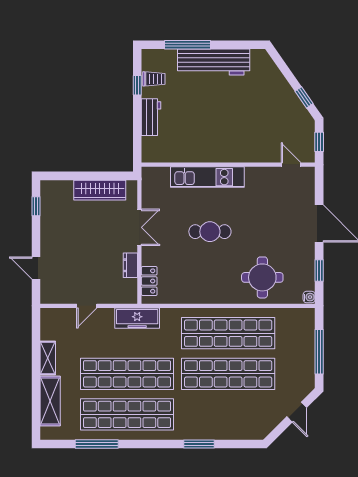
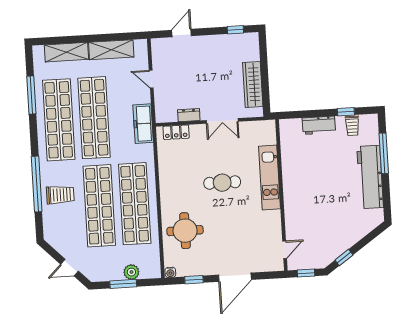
cafe table: (210, 232) -> (222, 183), turned 90
plant: (306, 342) -> (131, 272), added
window: (319, 352) -> (123, 284), width x0.69
shelving: (48, 358) -> (111, 50), width x1.50, depth x1.33
trolley: (213, 418) -> (60, 195), added
window: (199, 444) -> (37, 184), width x2.11

